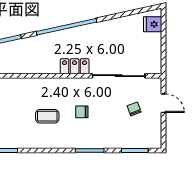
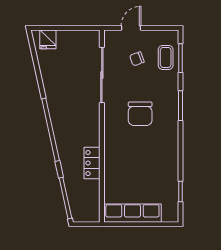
locker: (75, 66) -> (92, 163), moved
chair: (82, 112) -> (140, 114), width x1.87, depth x1.87
coffee table: (47, 116) -> (166, 57), moved

